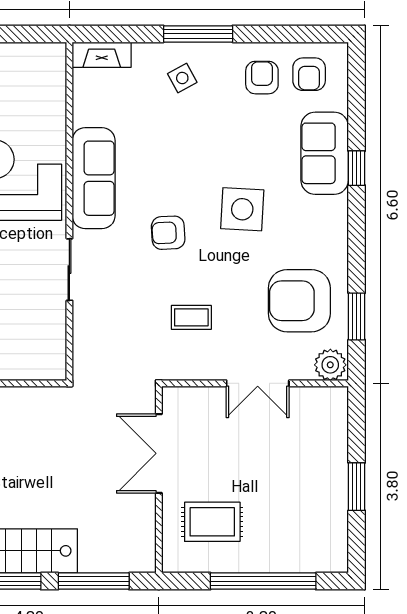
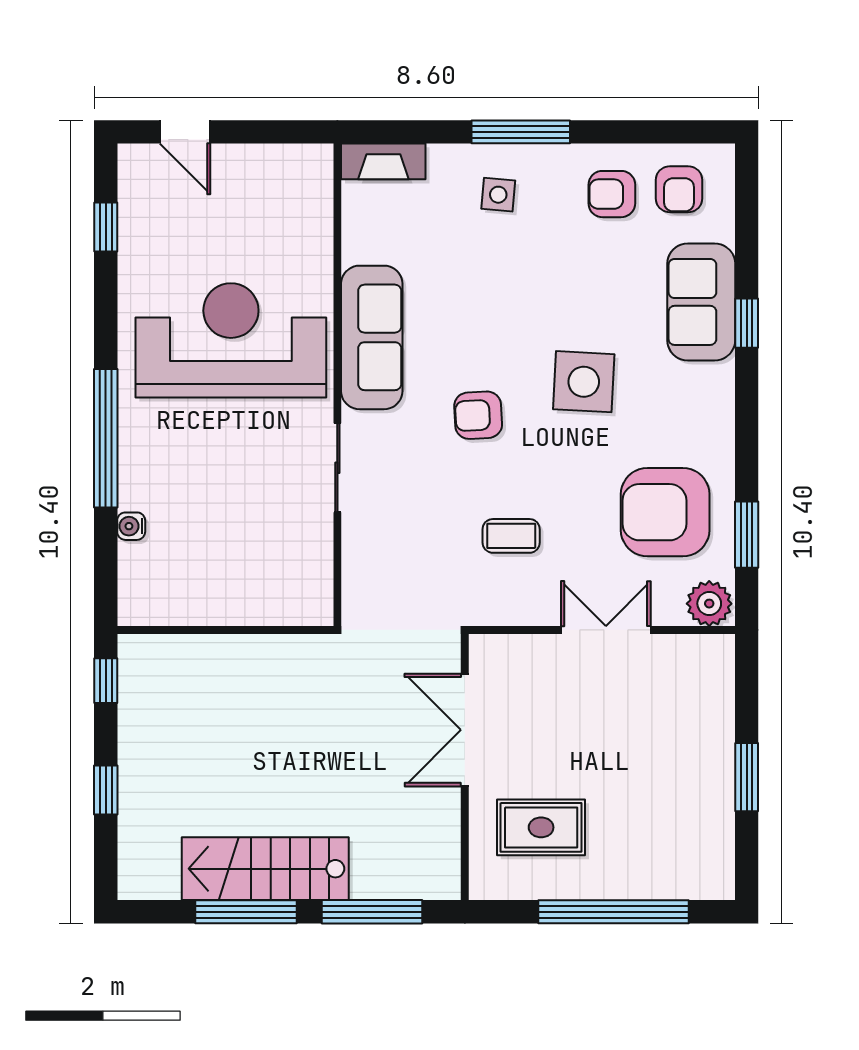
side table: (182, 78) -> (498, 195), turned 34
armchair: (262, 78) -> (612, 194), turned -90
double door: (258, 383) -> (606, 630), swing flipped

